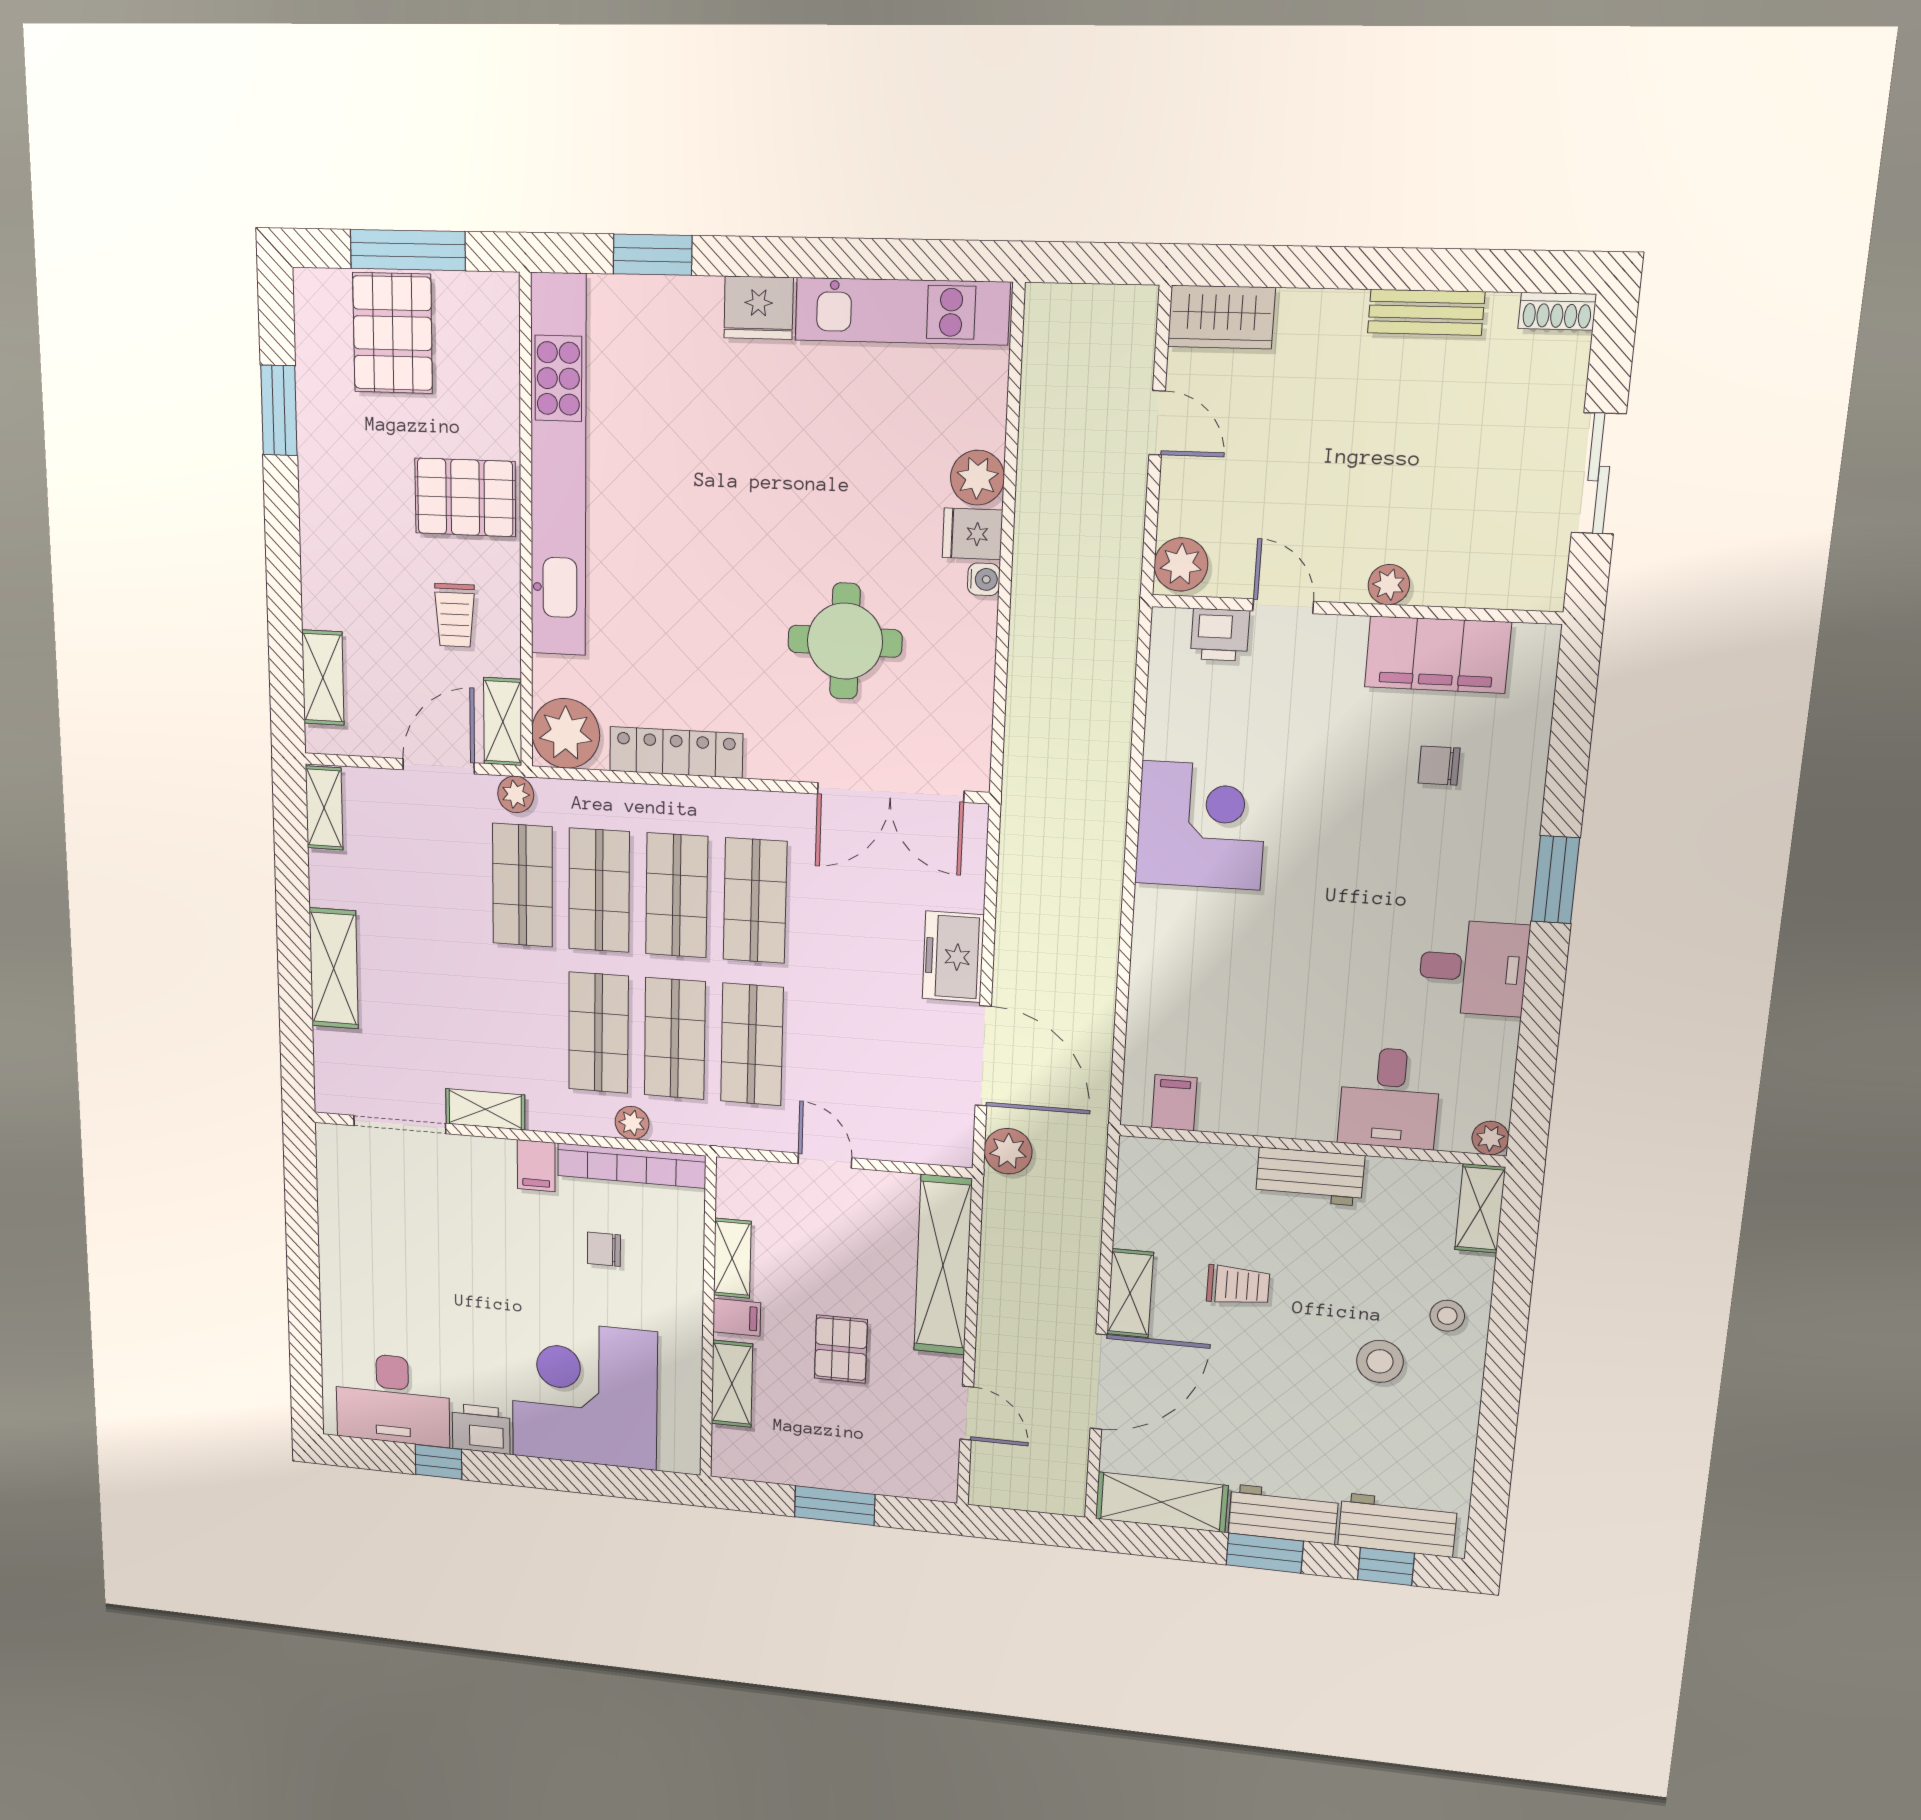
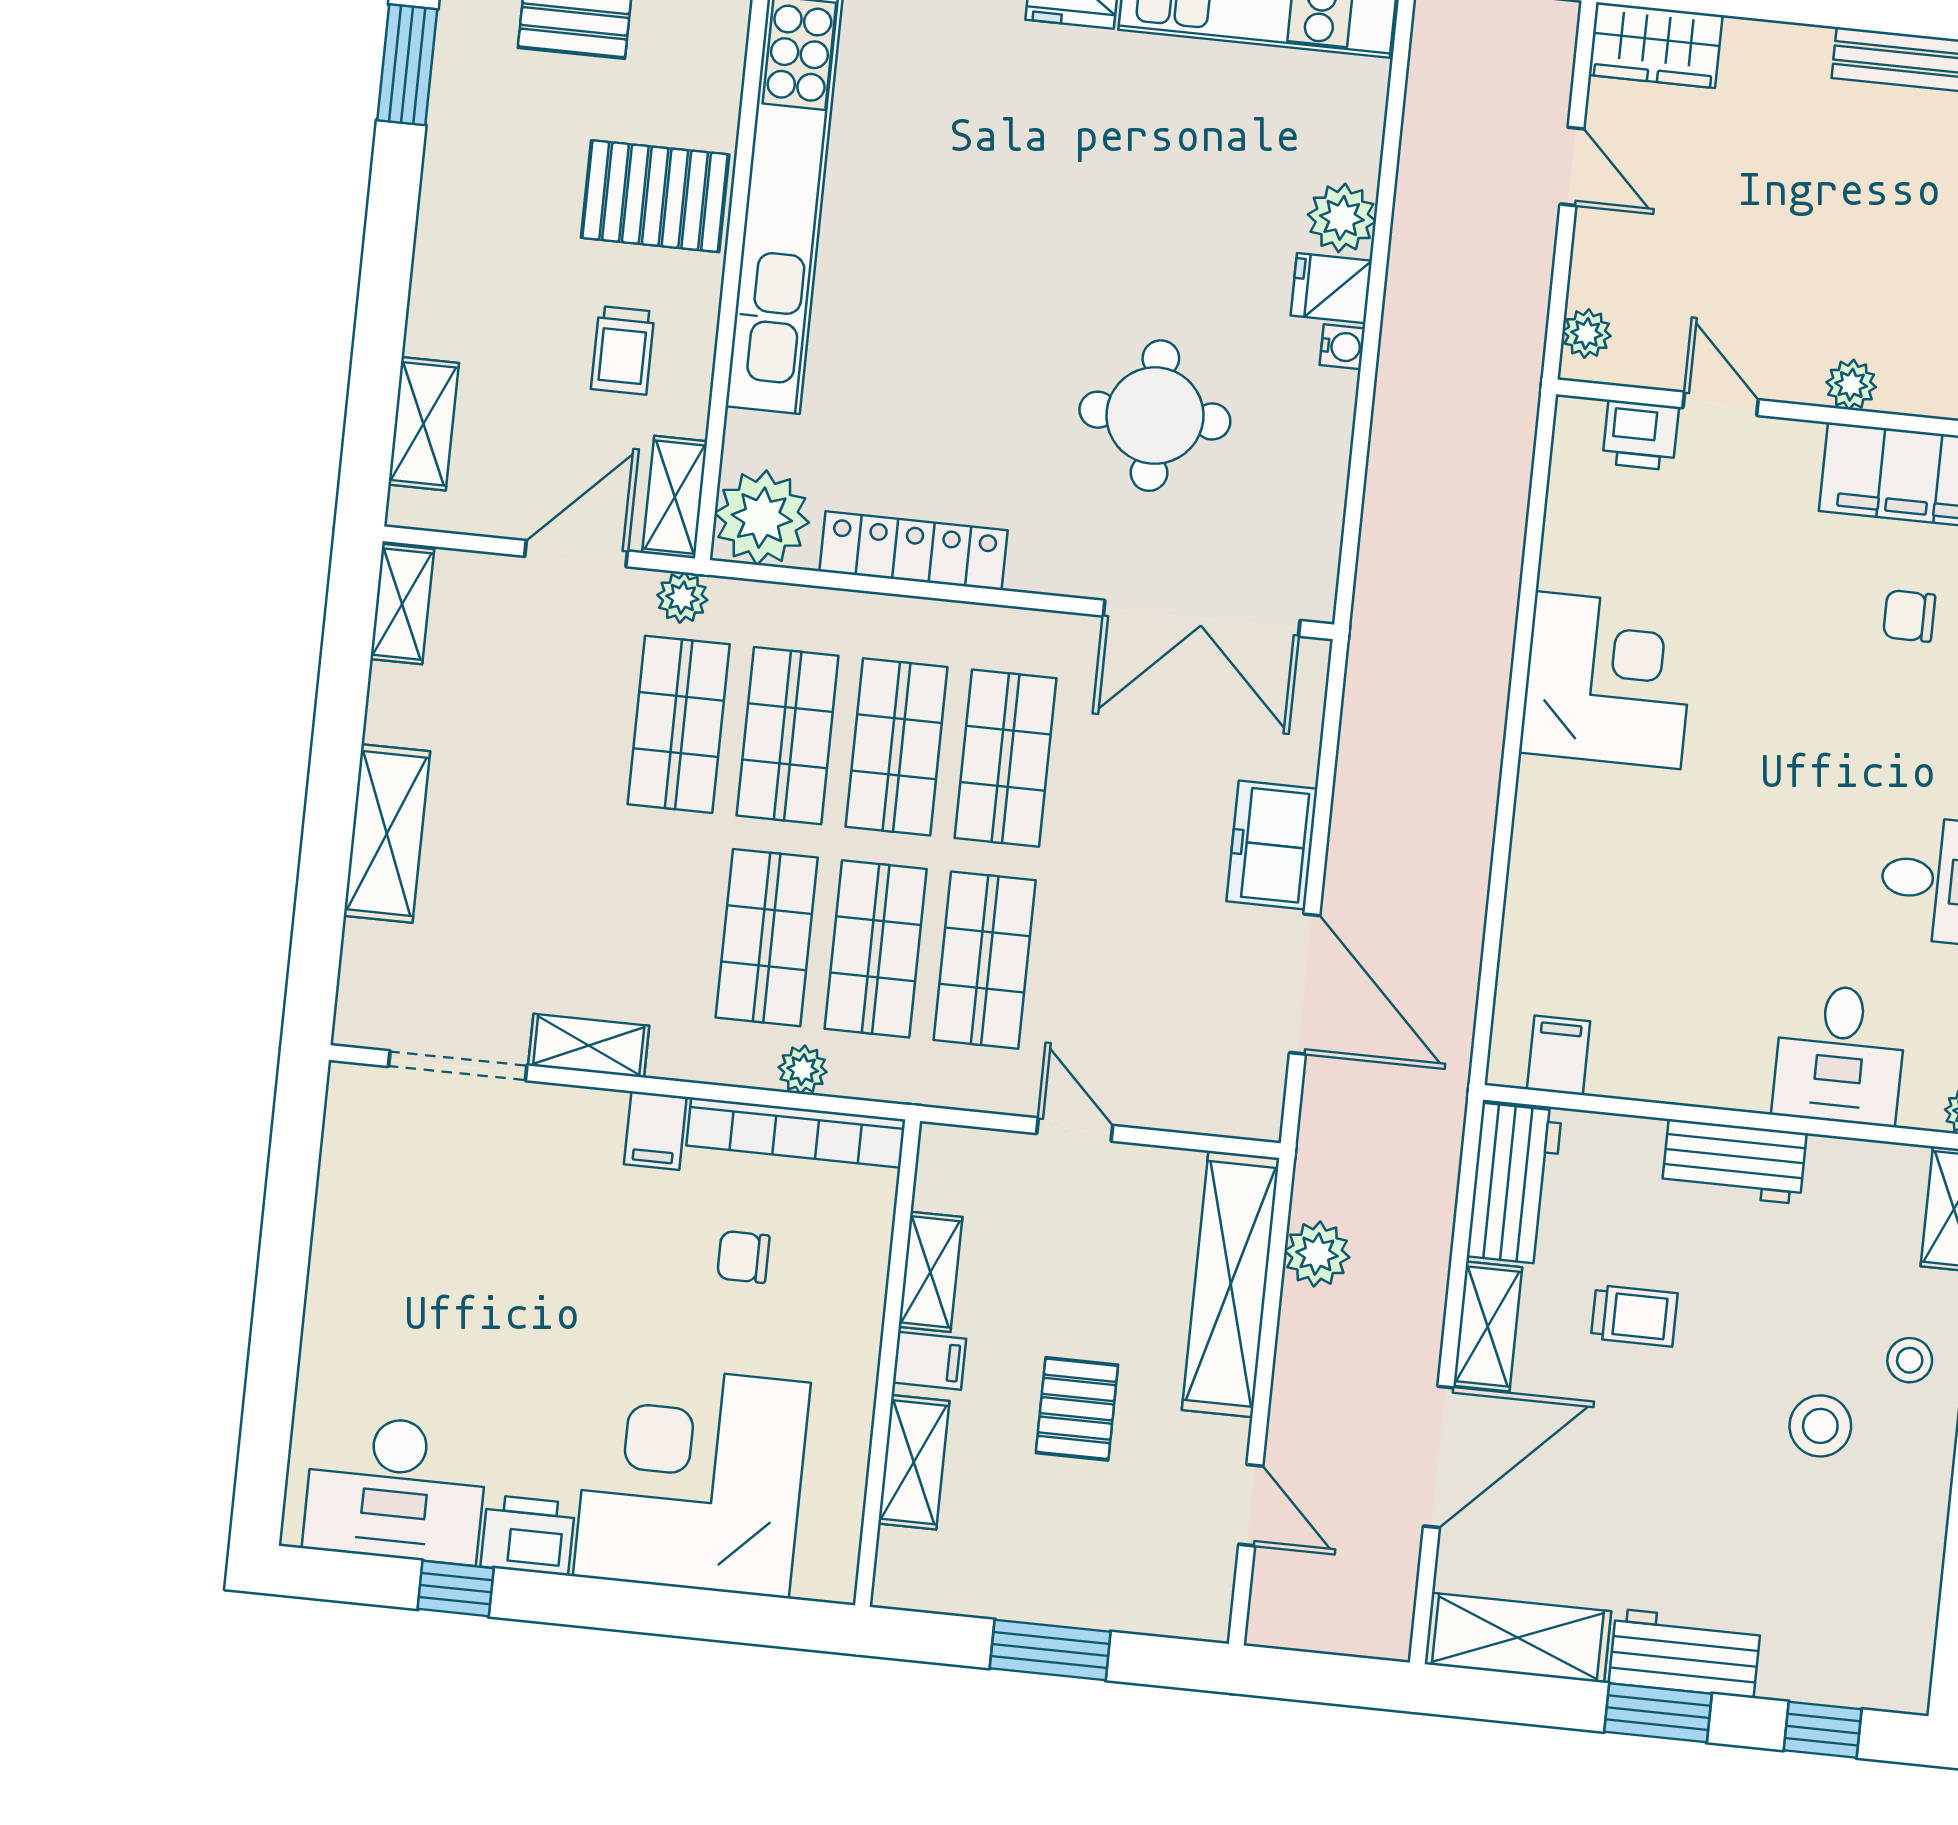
plant: (1181, 564) -> (1587, 334), width x0.73, depth x0.73
plant: (1008, 1151) -> (1317, 1254), moved
workbench: (1397, 1525) -> (1514, 1184), moved, turned 90

